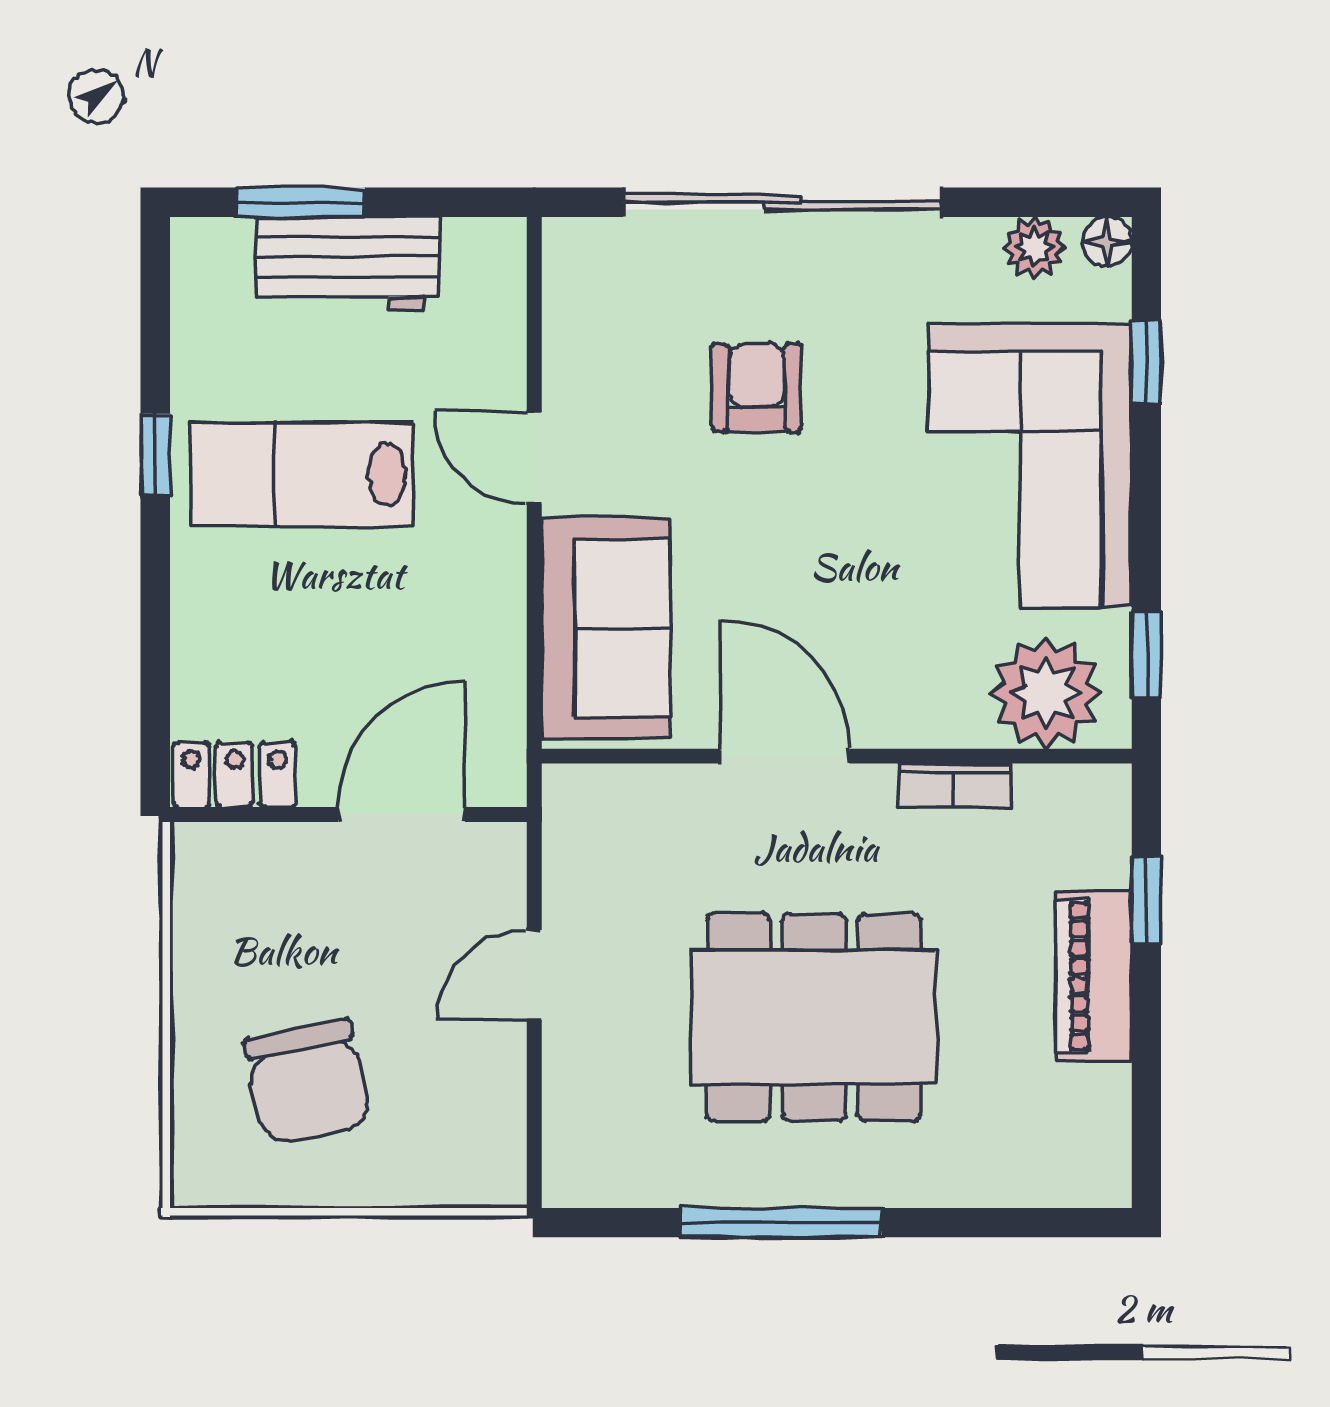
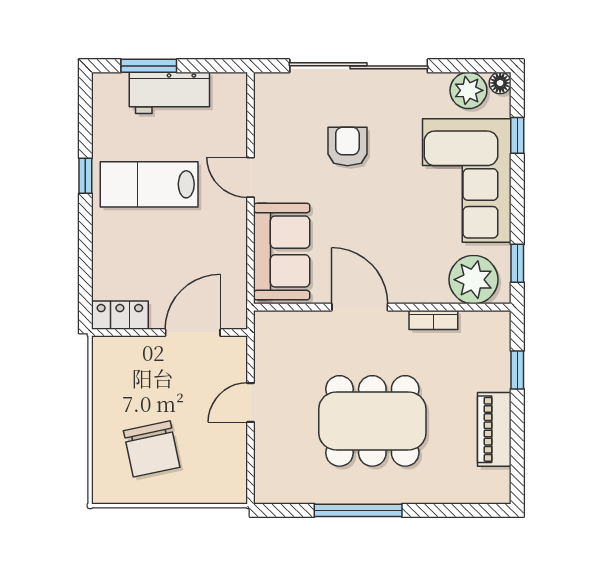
plant: (1034, 247) -> (468, 90), width x1.38, depth x1.38
piano: (1094, 976) -> (494, 429), moved

